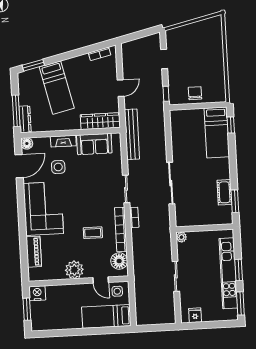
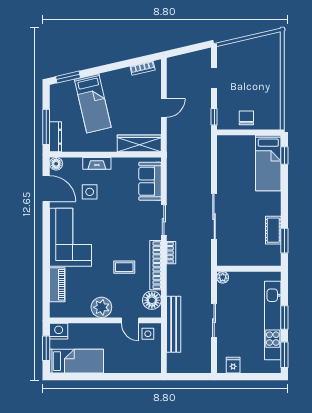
bench: (132, 134) -> (174, 324), moved
sofa: (94, 144) -> (150, 181), moved, turned 90
door: (19, 166) -> (46, 189), hinge flipped
bed: (106, 316) -> (77, 361), moved, turned 180

